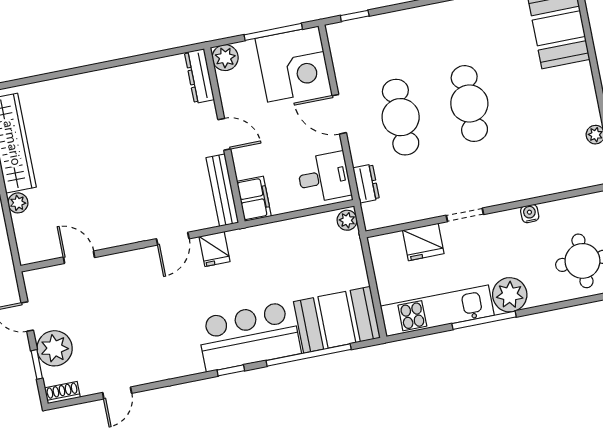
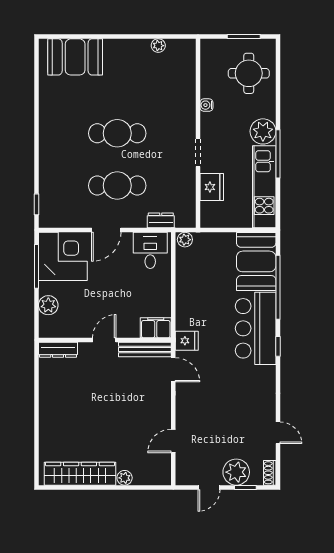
dresser: (199, 76) -> (58, 350), moved
door: (224, 134) -> (104, 340), moved
wall: (224, 135) -> (105, 340), moved
bench: (222, 190) -> (145, 350), moved
filing cabinet: (254, 199) -> (156, 328), moved

